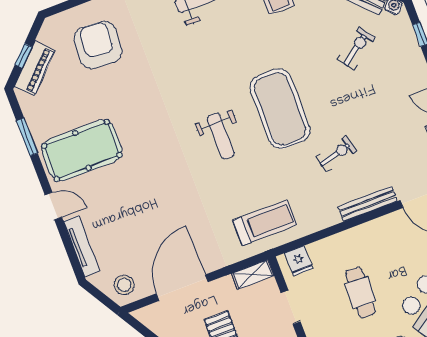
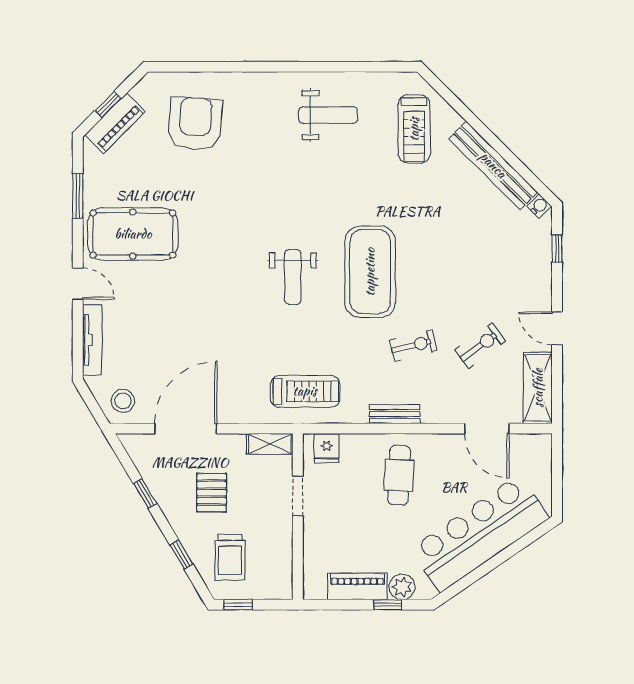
exercise bike: (356, 49) -> (480, 346), moved
bench: (368, 204) -> (395, 414), moved, width x0.73
cafe table: (360, 293) -> (399, 475), moved

